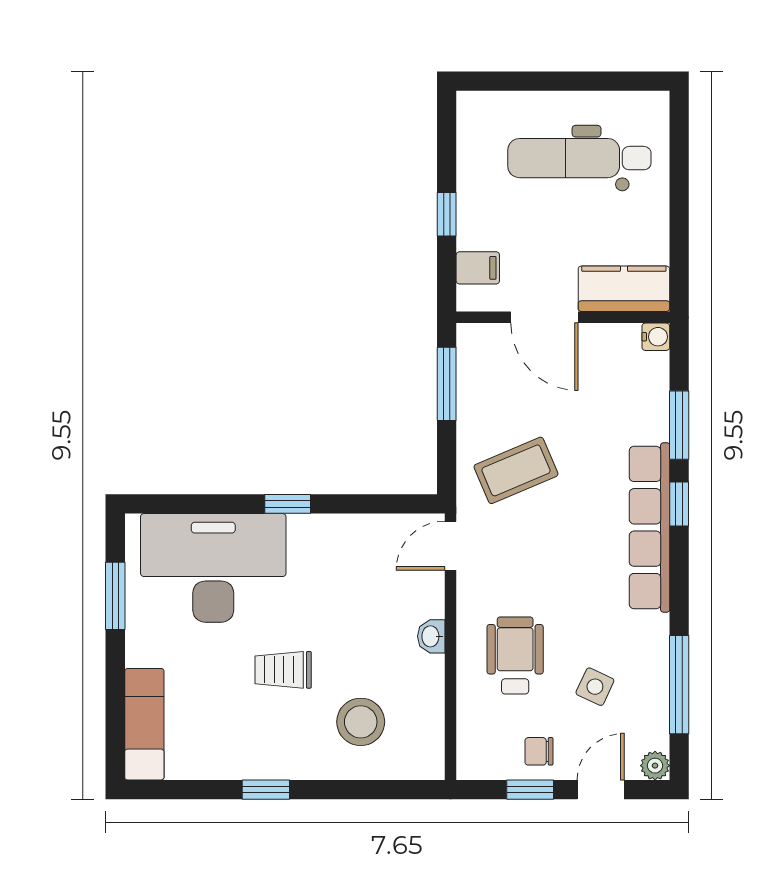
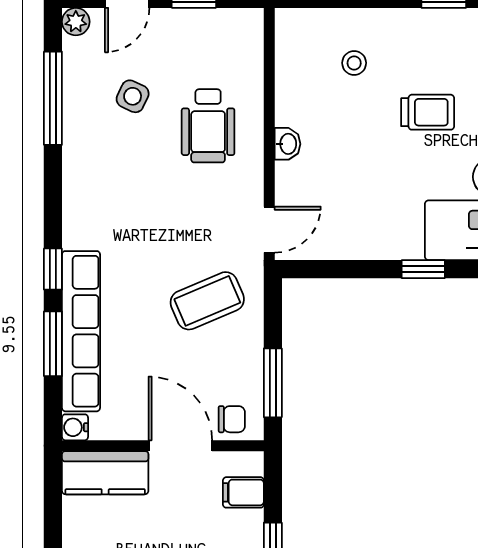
row of seats: (649, 527) -> (81, 331), moved
stool: (361, 722) -> (354, 63), width x0.53, depth x0.53
chair: (539, 751) -> (232, 419), moved

